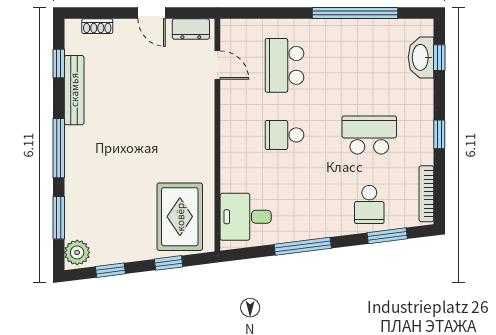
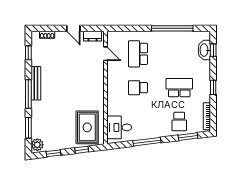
bench: (74, 90) -> (36, 83), moved

